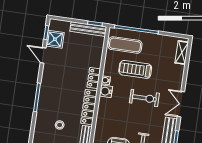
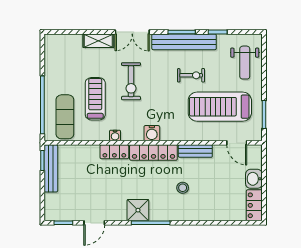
shower: (55, 39) -> (138, 210), moved
shelving: (182, 53) -> (98, 41), moved
treadmill: (135, 69) -> (95, 99), turned 180
water cooler: (106, 91) -> (152, 133), moved
exercise bike: (144, 98) -> (131, 81), turned 180

